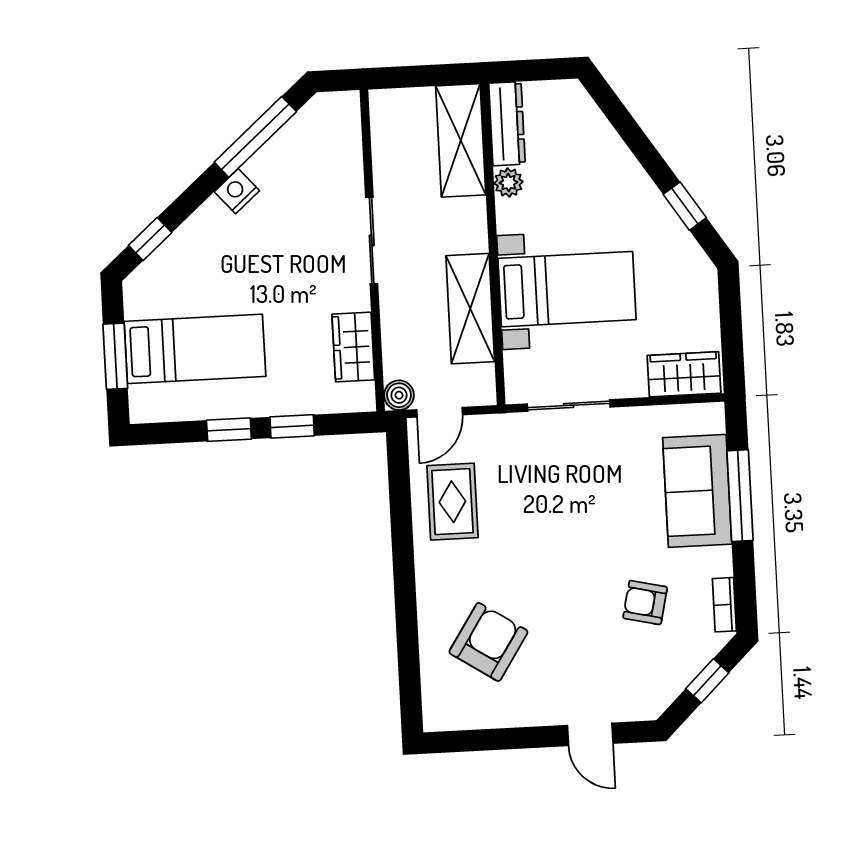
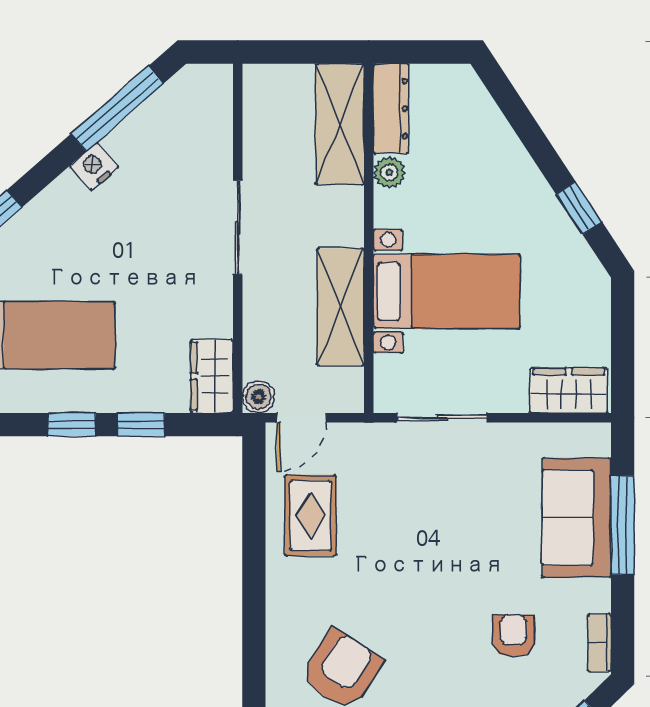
wardrobe: (353, 347) -> (212, 376), moved
armchair: (645, 603) -> (514, 636), turned 77

